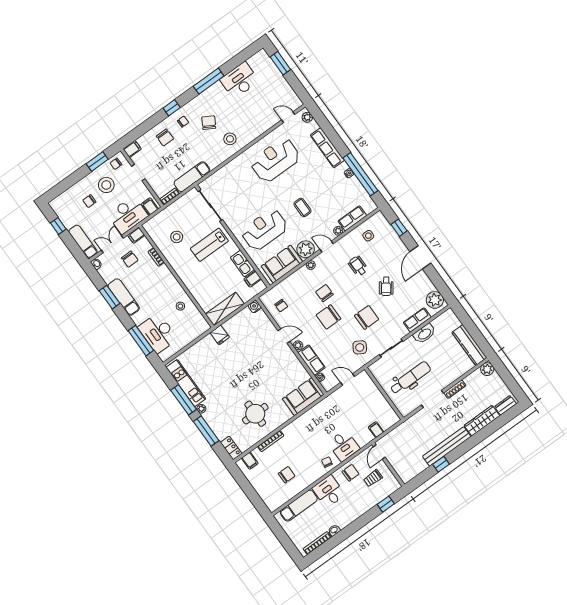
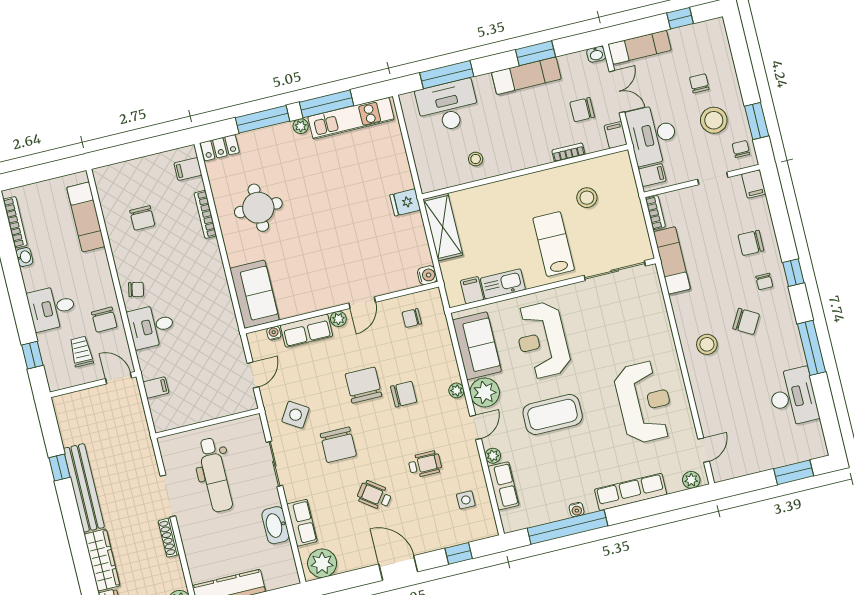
coffee table: (302, 207) -> (553, 414), width x1.86, depth x1.72
reception desk: (264, 230) -> (542, 340), turned 180
desk: (329, 491) -> (52, 308), moved, turned 180

